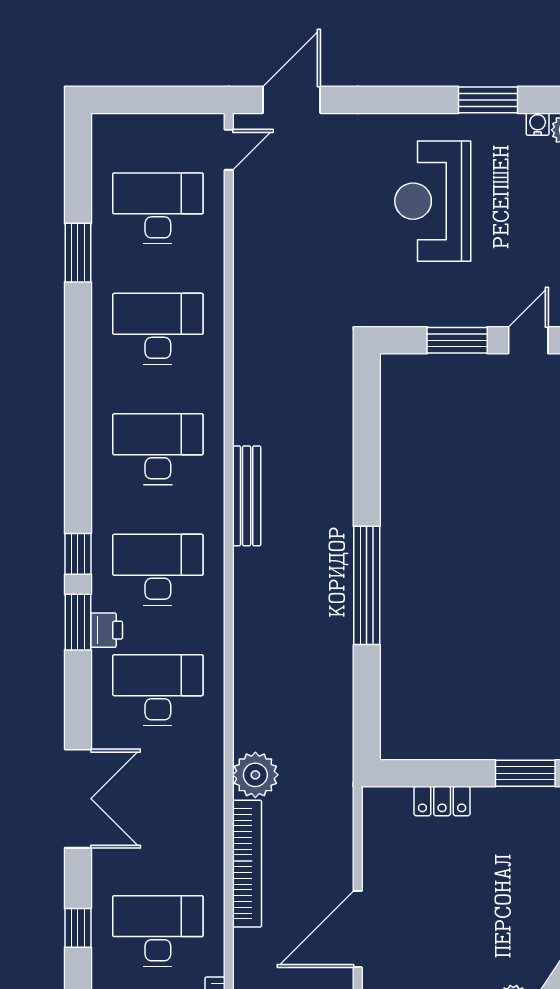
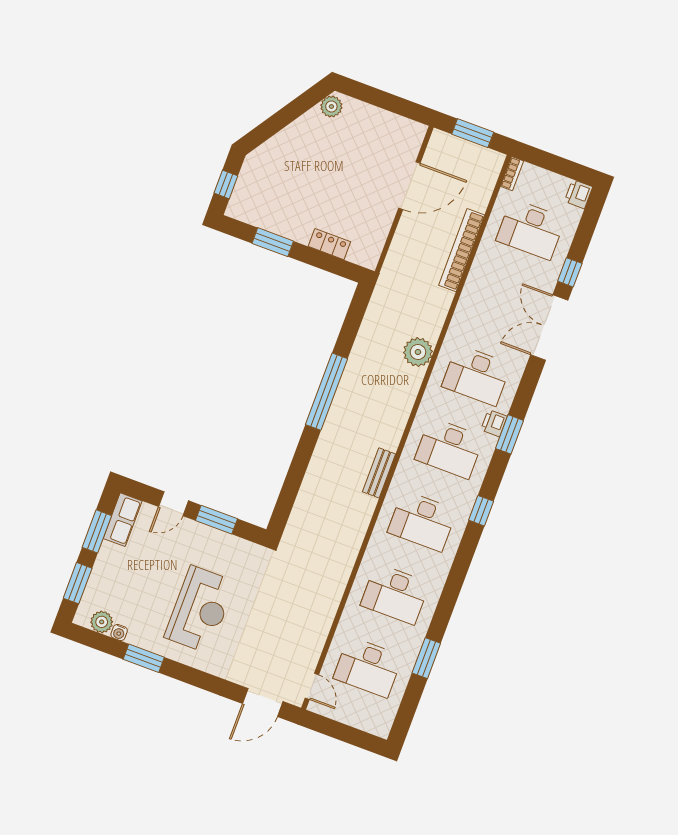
door: (229, 150) -> (312, 686), swing flipped
bench: (247, 496) -> (379, 473), width x0.73
window: (78, 554) -> (481, 511), moved
plant: (255, 775) -> (418, 352), moved
window: (78, 928) -> (570, 272), moved

